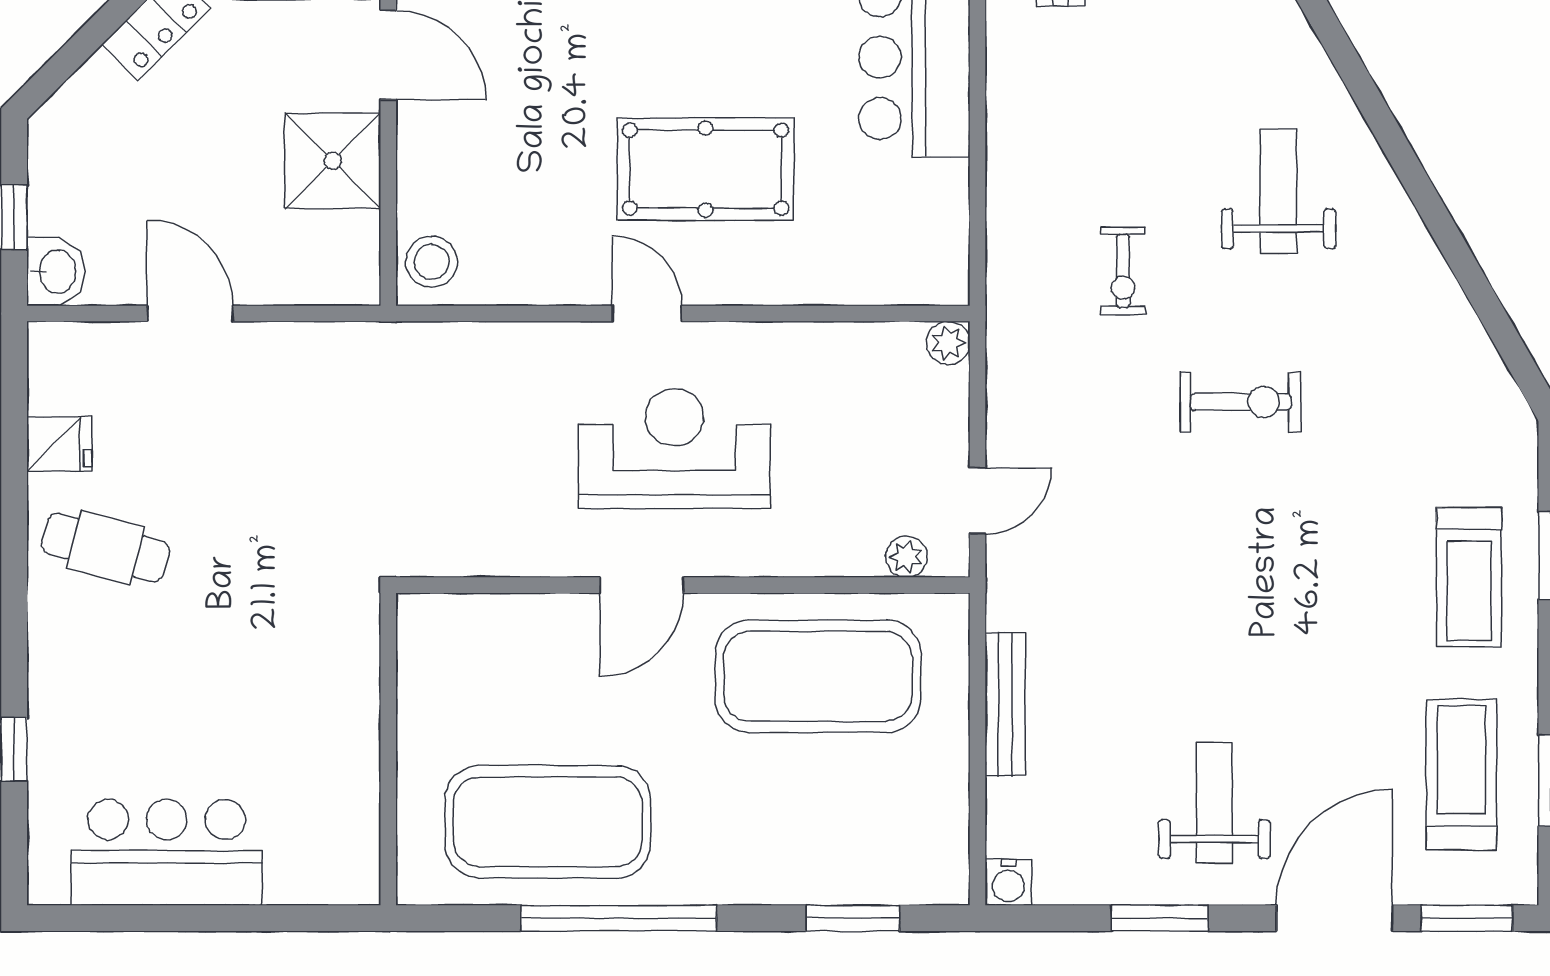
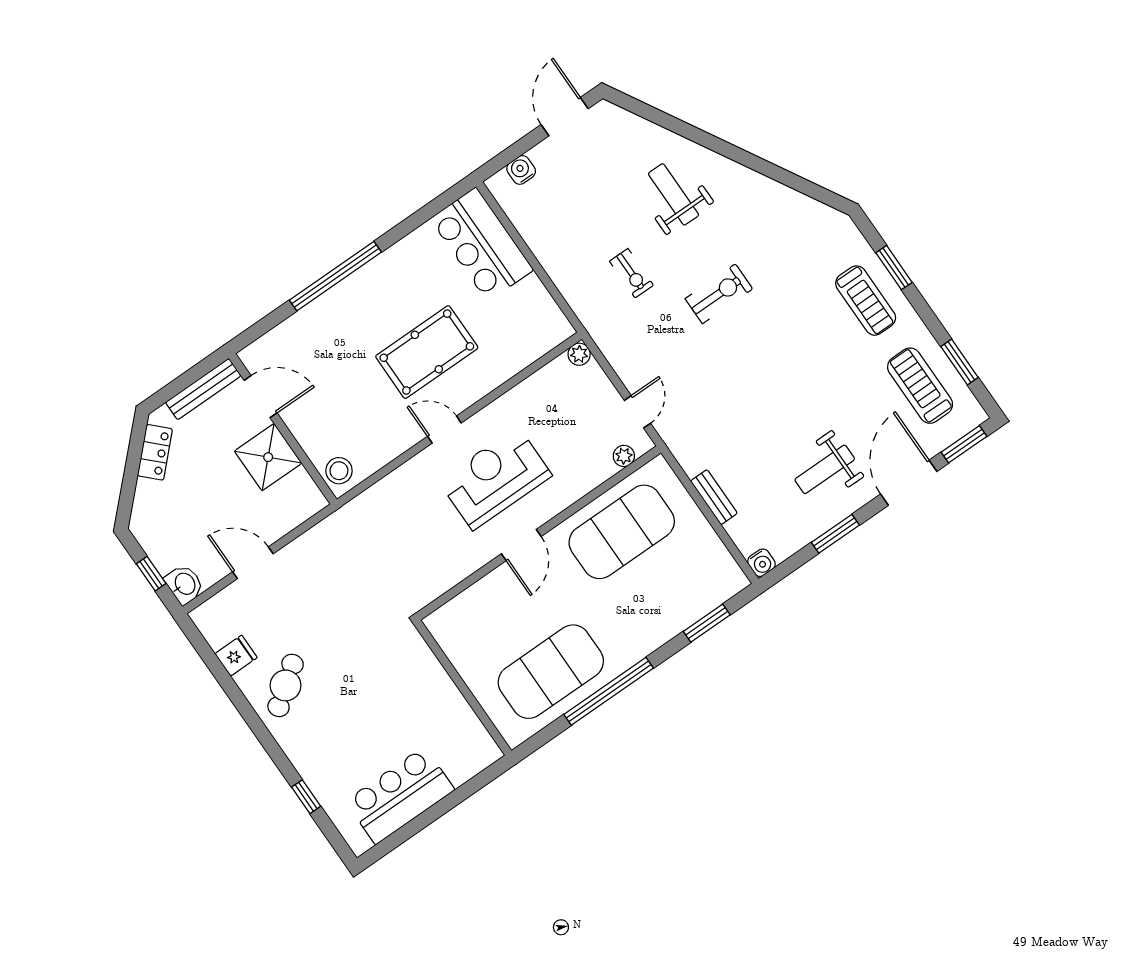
cafe table: (105, 547) -> (286, 685), turned -52
bench: (1005, 704) -> (714, 497), width x0.73
weight bench: (1214, 803) -> (825, 469), turned -90

